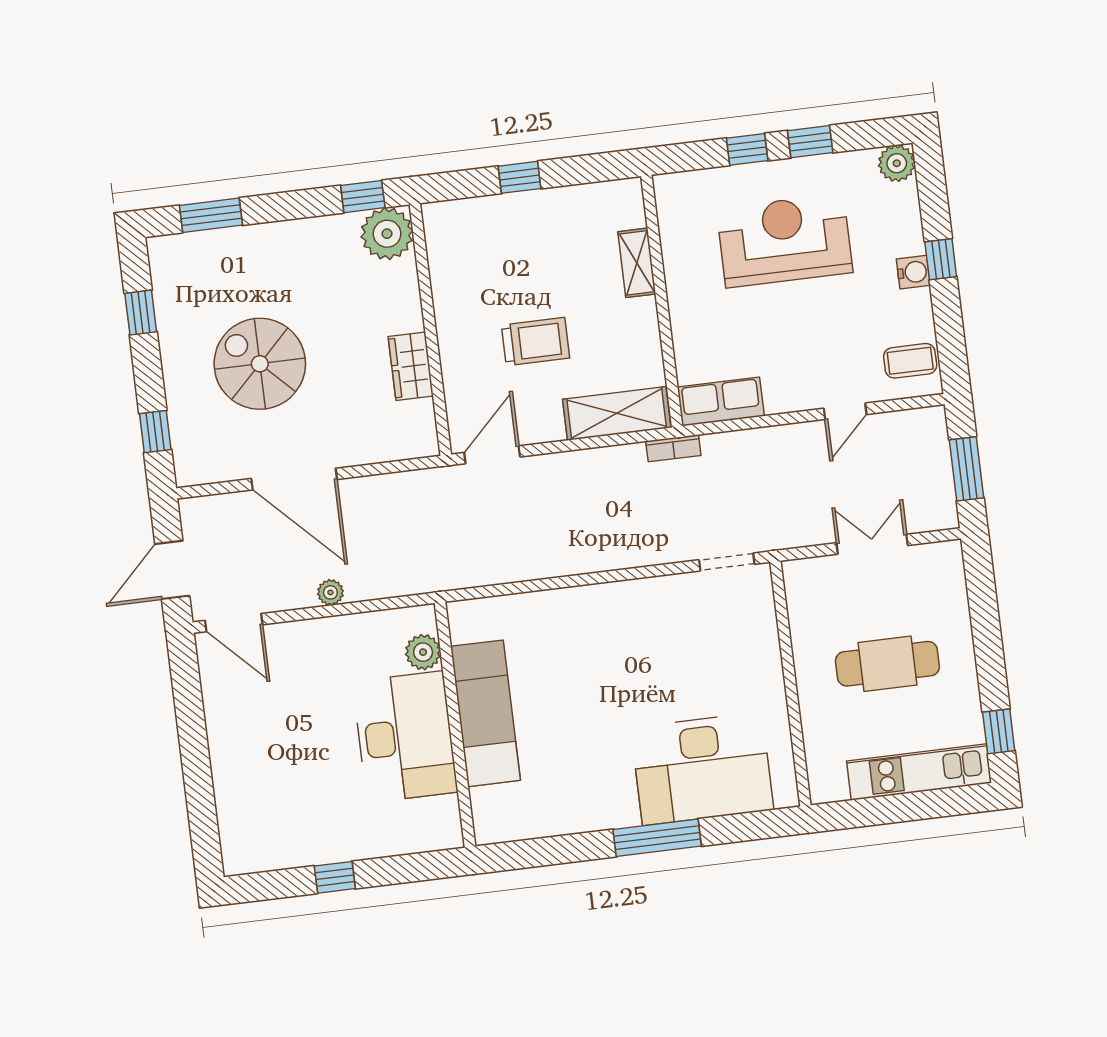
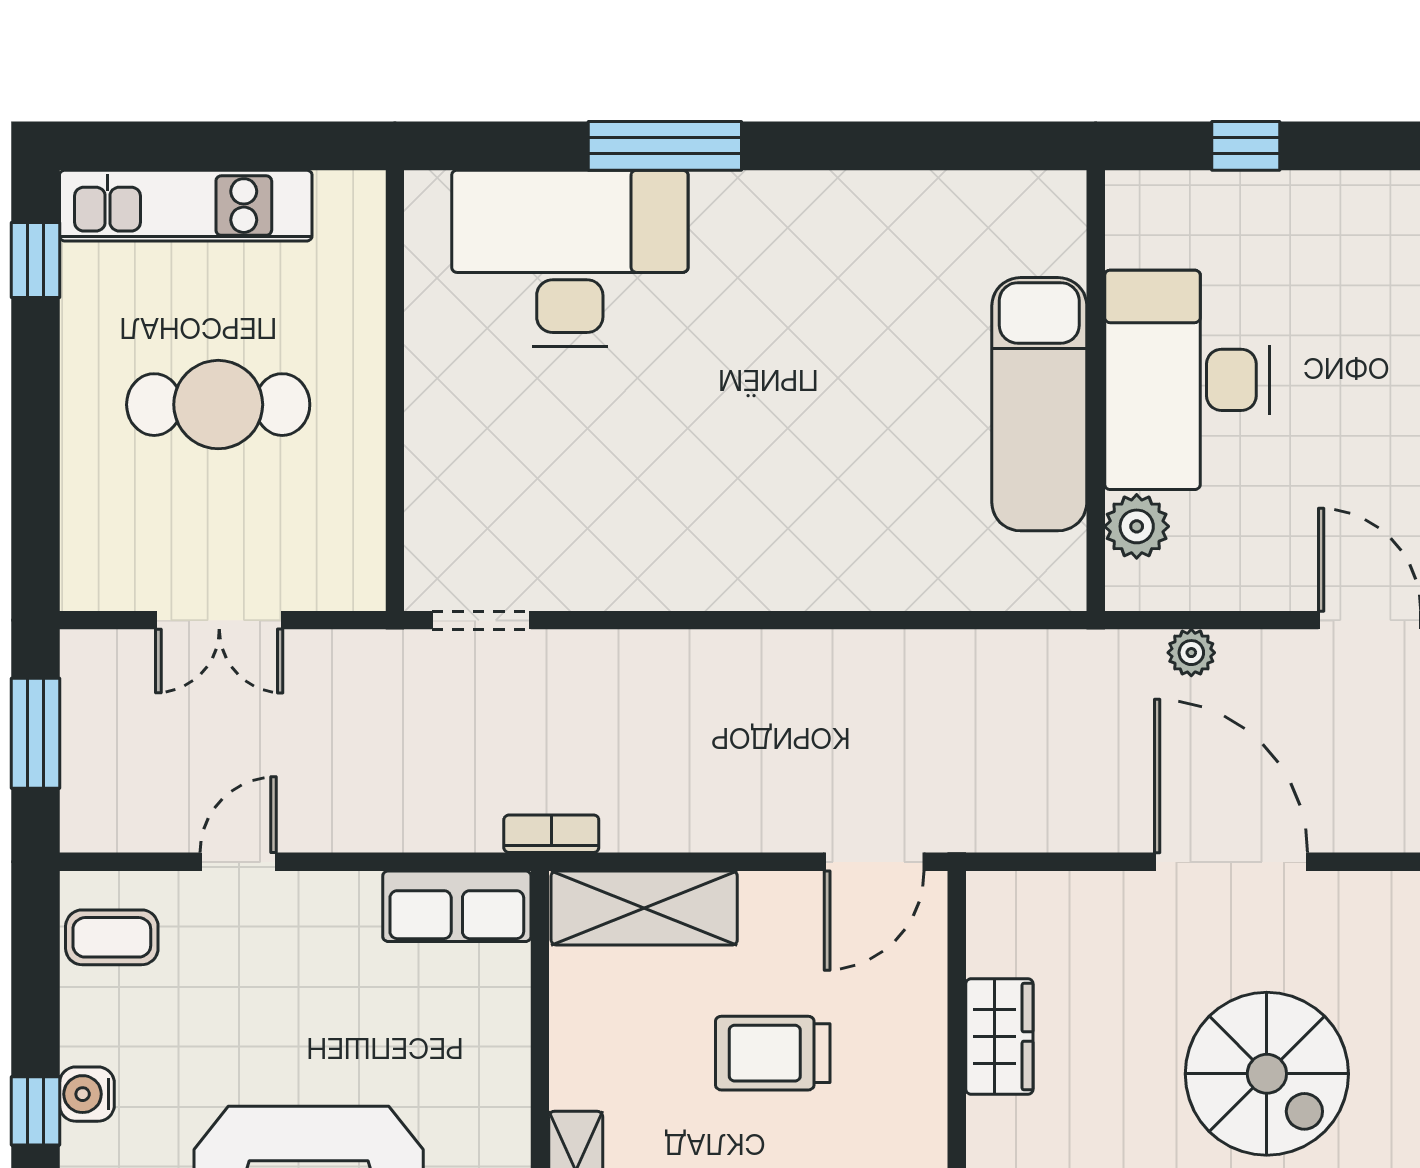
plant: (423, 652) -> (1137, 526), moved
exam couch: (485, 713) -> (1039, 404), moved
wall: (455, 725) -> (1096, 391), moved
desk: (405, 737) -> (1187, 380), moved

